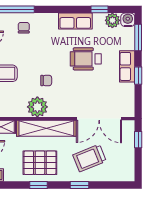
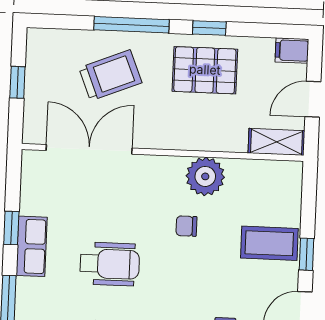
shelving: (46, 128) -> (190, 135), removed
window: (138, 140) -> (17, 82), moved
window: (80, 185) -> (131, 25), width x2.17

